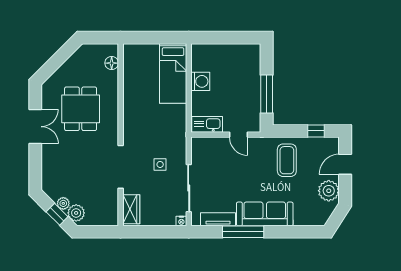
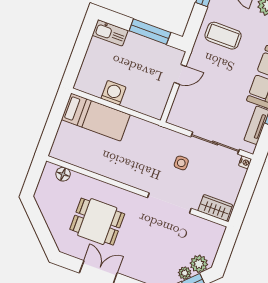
kitchen sink: (207, 124) -> (110, 33), moved, turned -90

